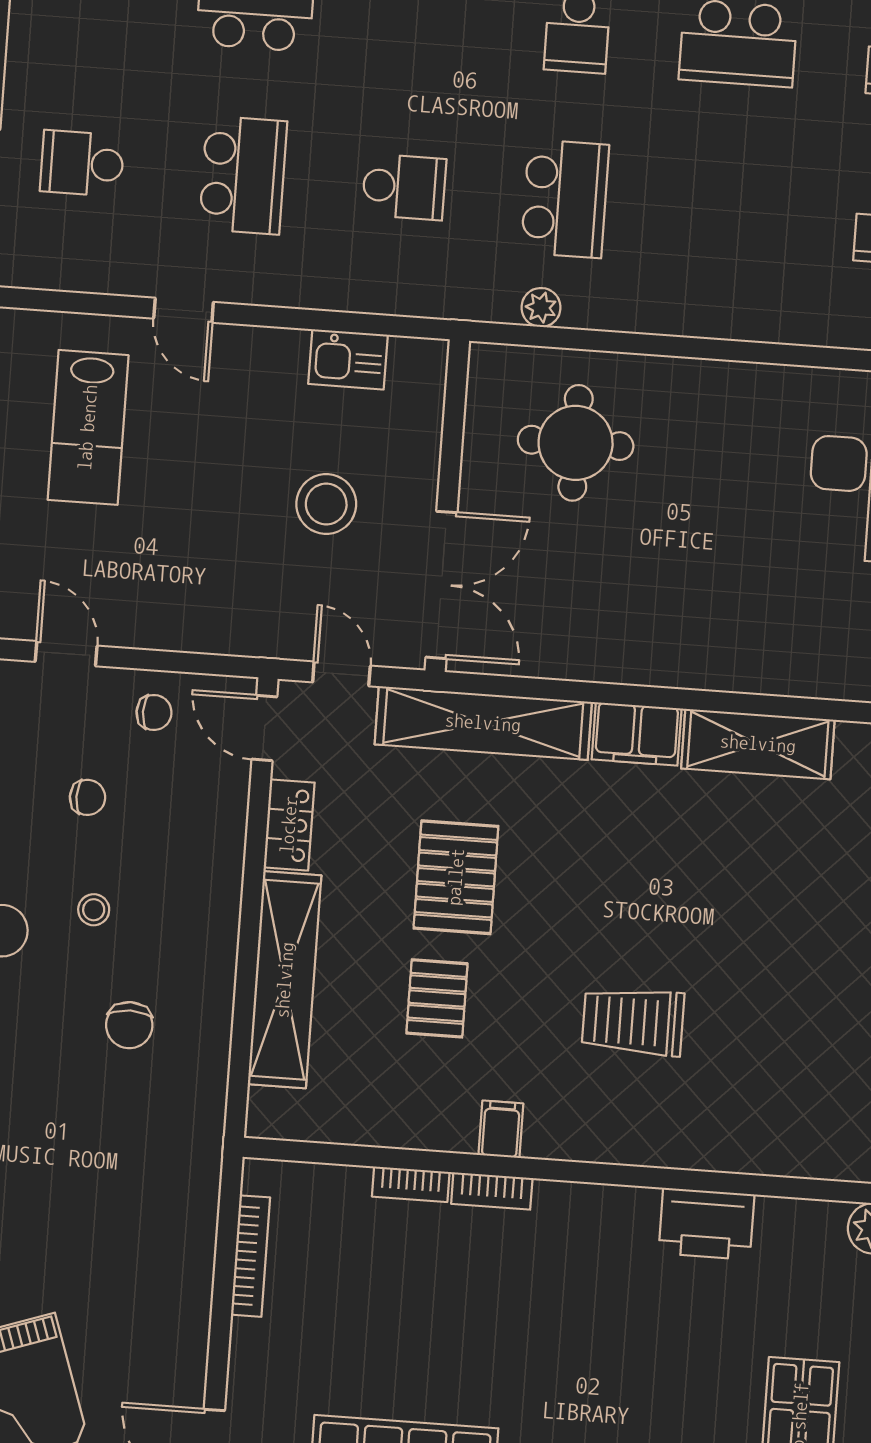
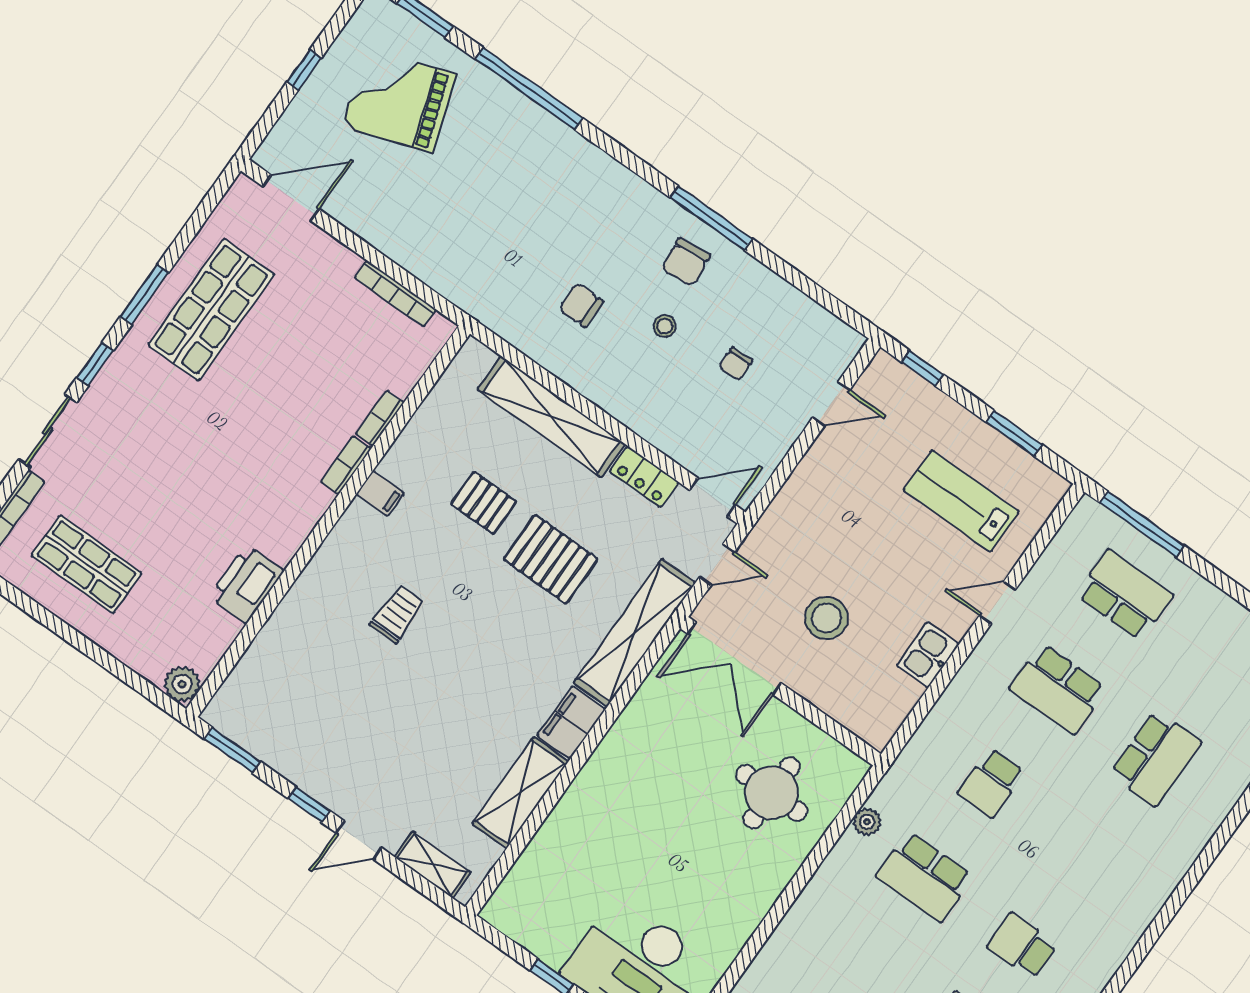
school desk: (82, 163) -> (1125, 595), width x1.85
kitchen sink: (348, 359) -> (928, 655), moved
chair: (154, 712) -> (763, 436), removed
trolley: (633, 1021) -> (397, 614), width x0.73, depth x0.72

